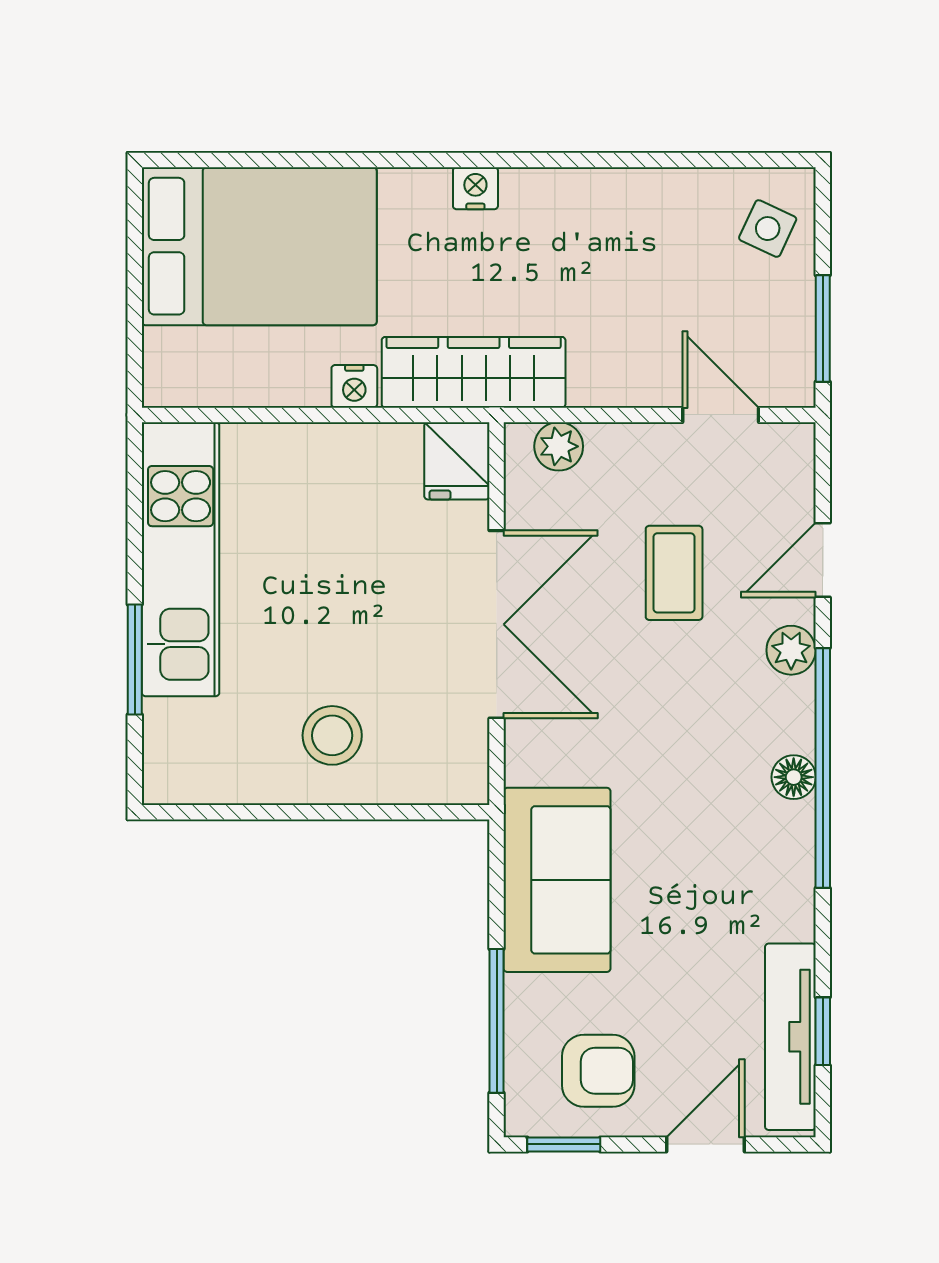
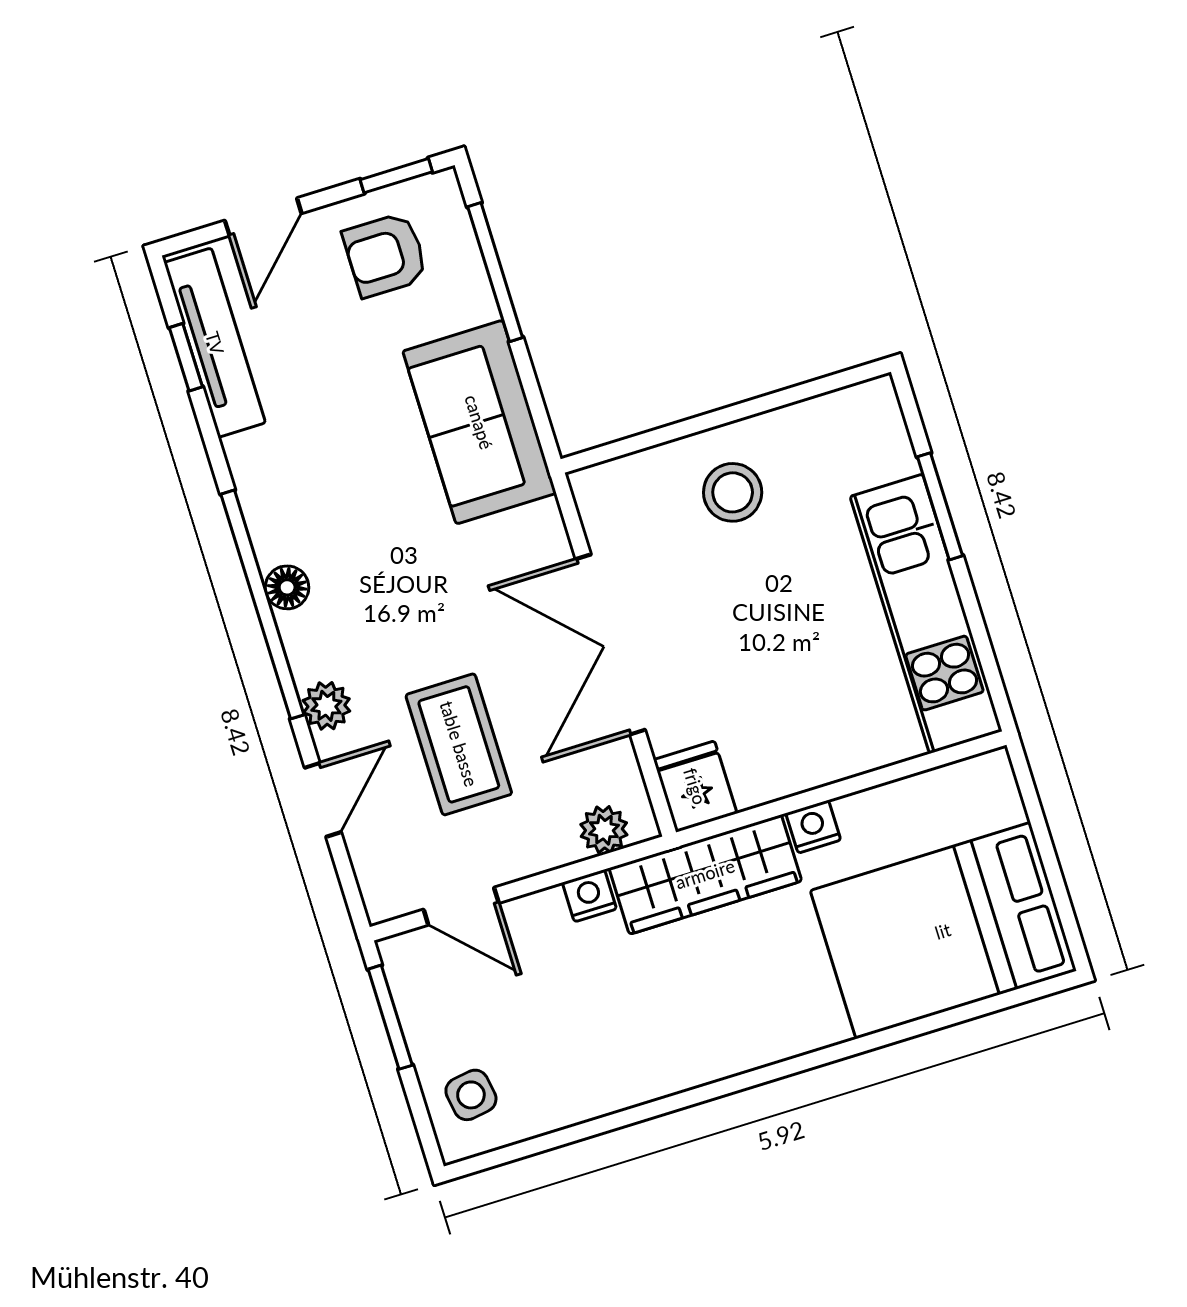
nightstand: (475, 188) -> (589, 896), moved, turned 180
side table: (768, 229) -> (471, 1095), turned -34
coffee table: (674, 573) -> (459, 744), width x1.36, depth x1.30

